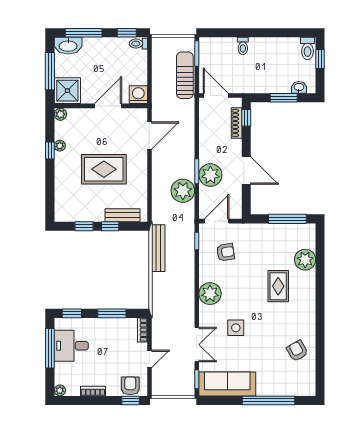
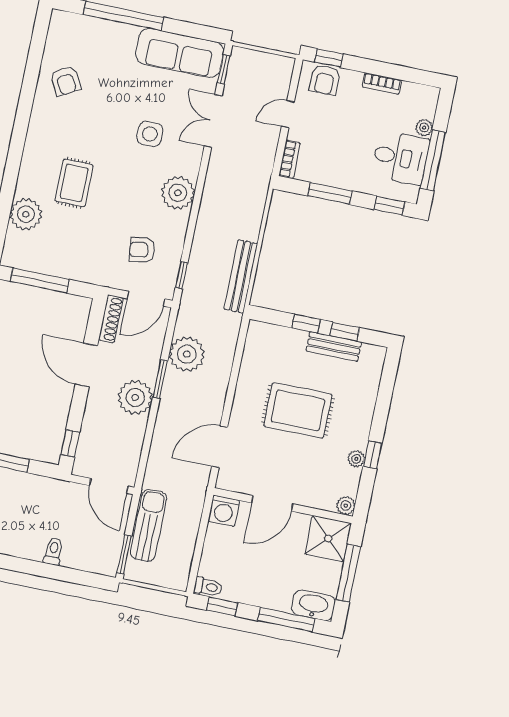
sun lounger: (185, 75) -> (149, 525), turned 180
shoe rack: (237, 123) -> (111, 319), moved
plant: (210, 175) -> (135, 397), moved
bench: (123, 215) -> (334, 346), moved
plant: (60, 390) -> (424, 128), moved

